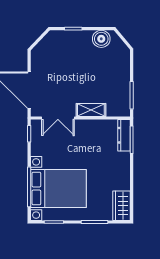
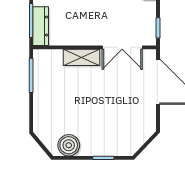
double door: (58, 118) -> (122, 47), swing flipped

